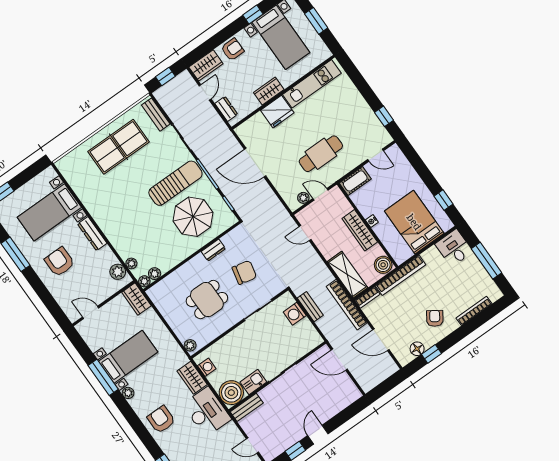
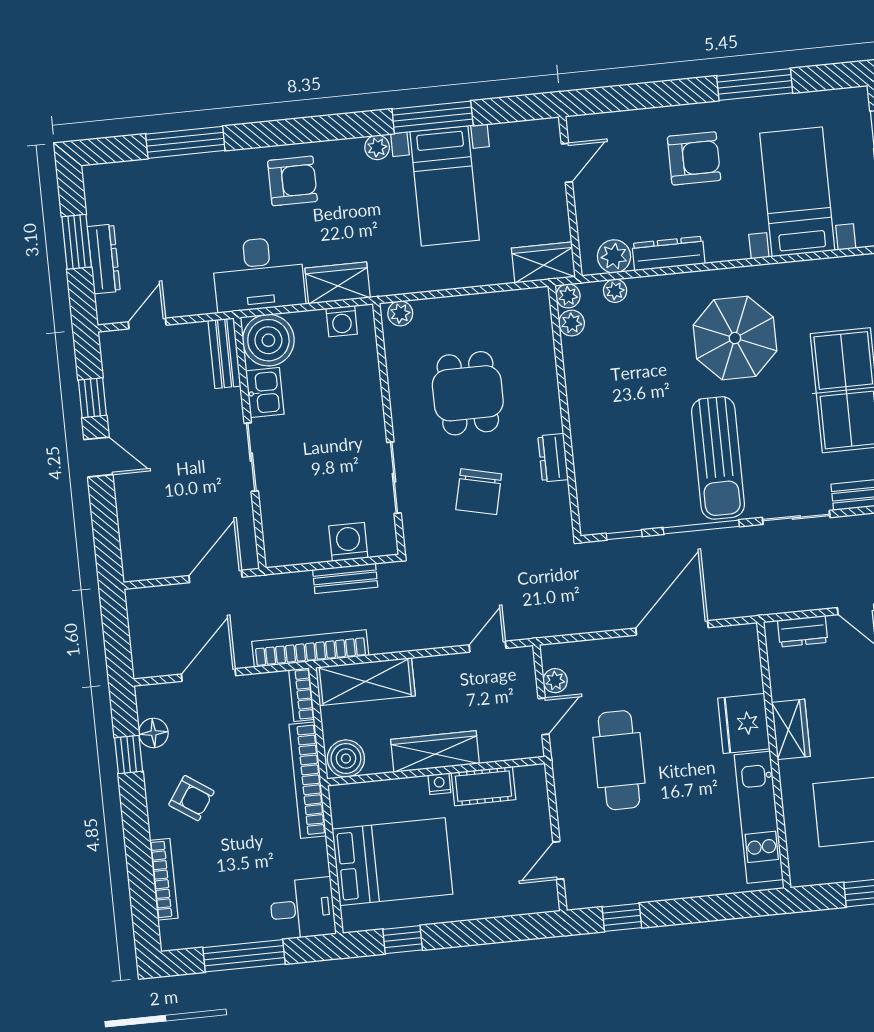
cot: (355, 181) -> (483, 786), moved, turned 90
parasol: (193, 217) -> (735, 338), moved
dresser: (92, 234) -> (668, 254), moved

